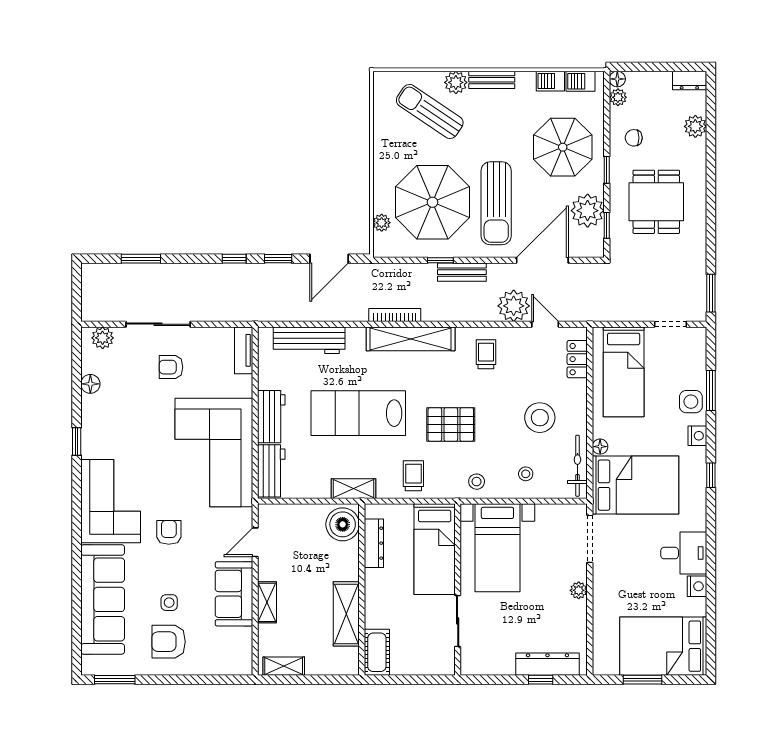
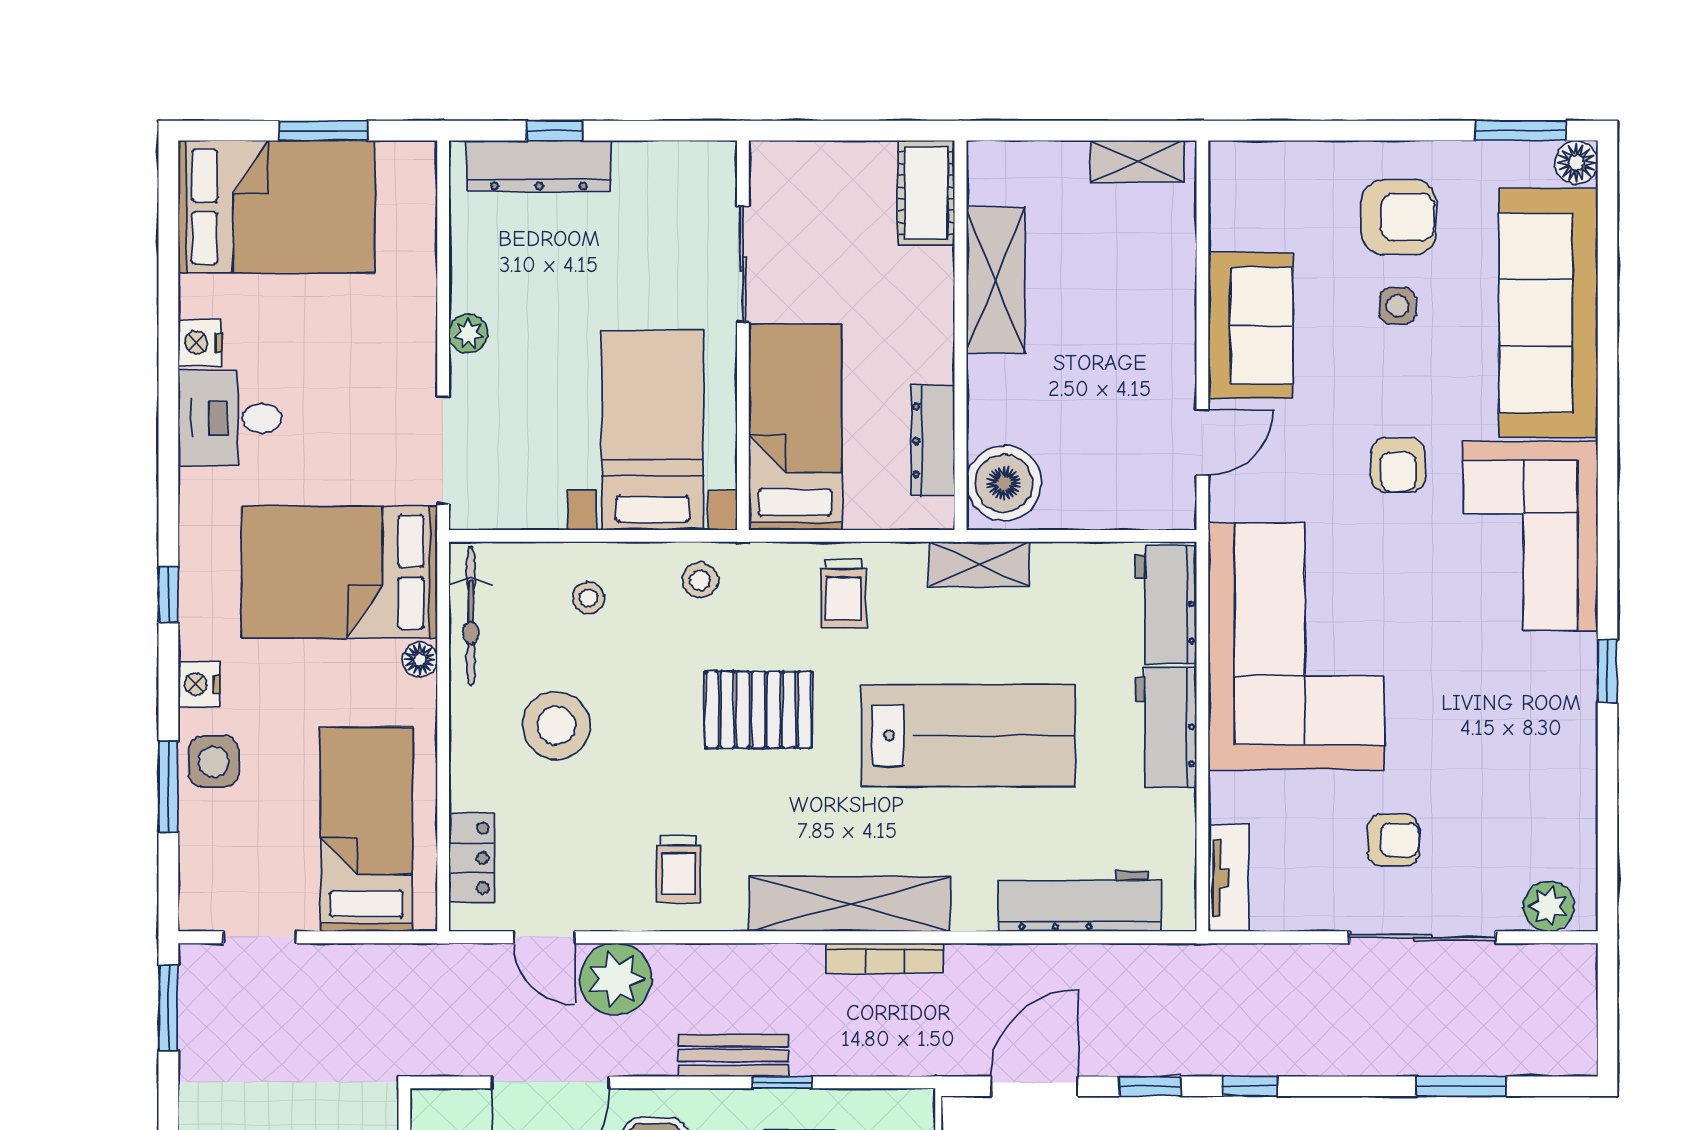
floor lamp: (90, 384) -> (1576, 163), moved
shelving: (267, 602) -> (1175, 306), removed

